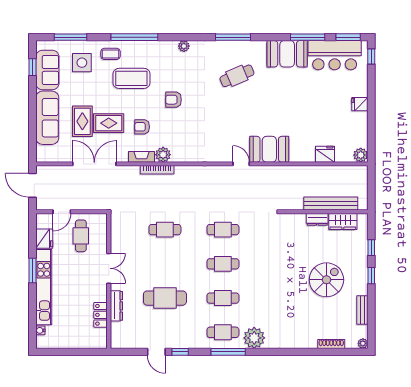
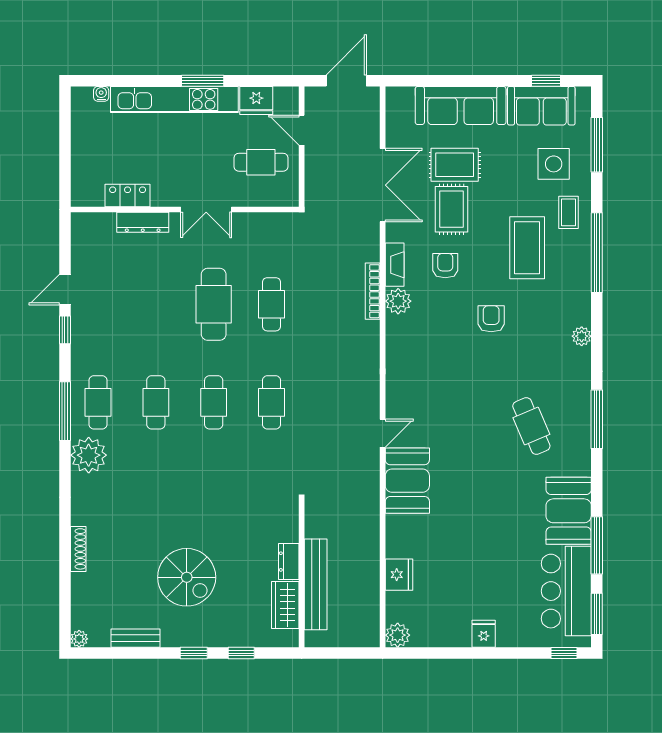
cafe table: (165, 298) -> (214, 304), moved
shoe rack: (331, 344) -> (78, 549), moved

